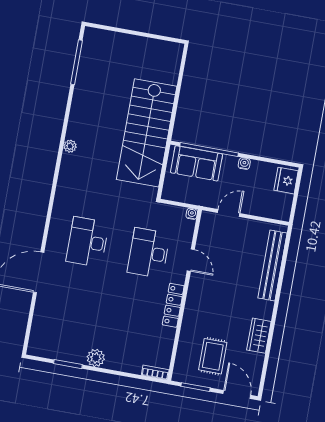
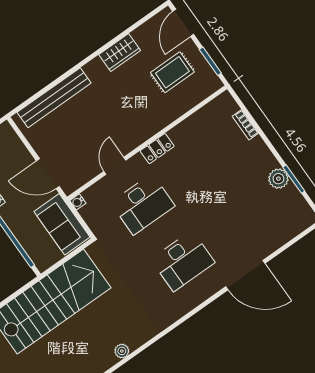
sofa: (196, 163) -> (62, 224), moved, turned 180
door: (229, 213) -> (48, 174), width x1.38
locker: (173, 305) -> (157, 149), width x0.66
plant: (96, 358) -> (278, 179), moved
bookcase: (155, 372) -> (245, 125), moved

